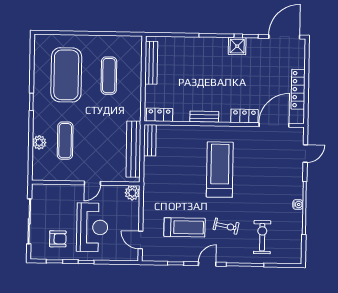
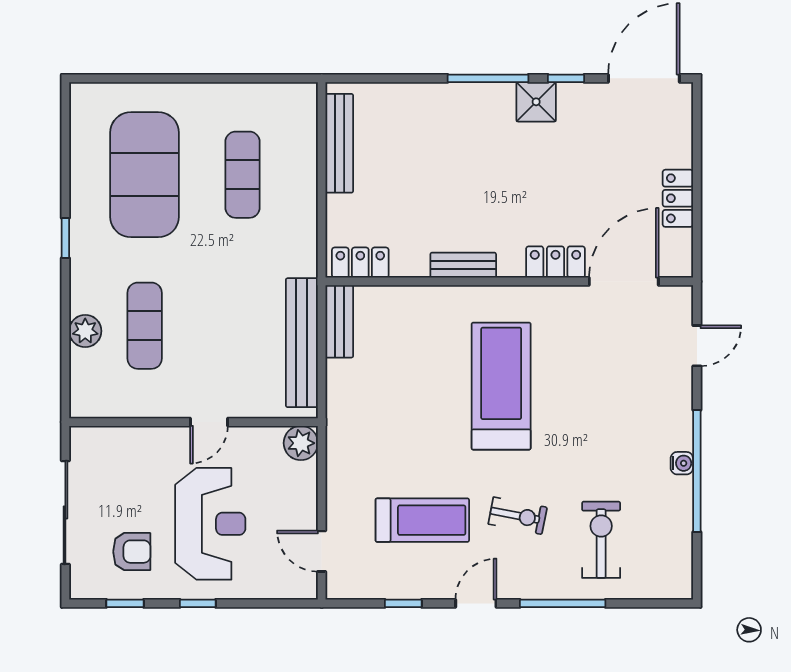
locker: (298, 89) -> (678, 198), width x0.66

